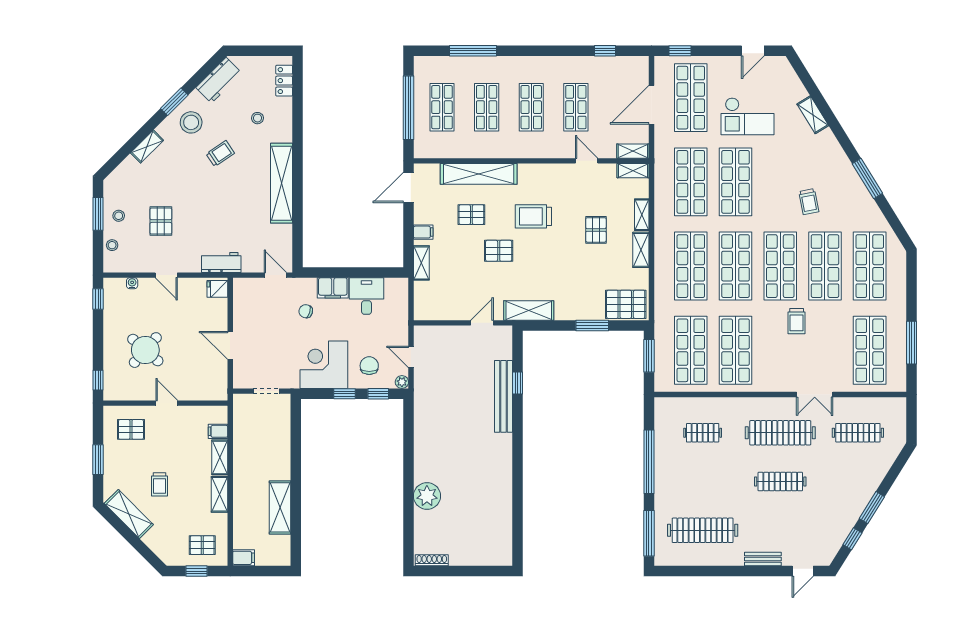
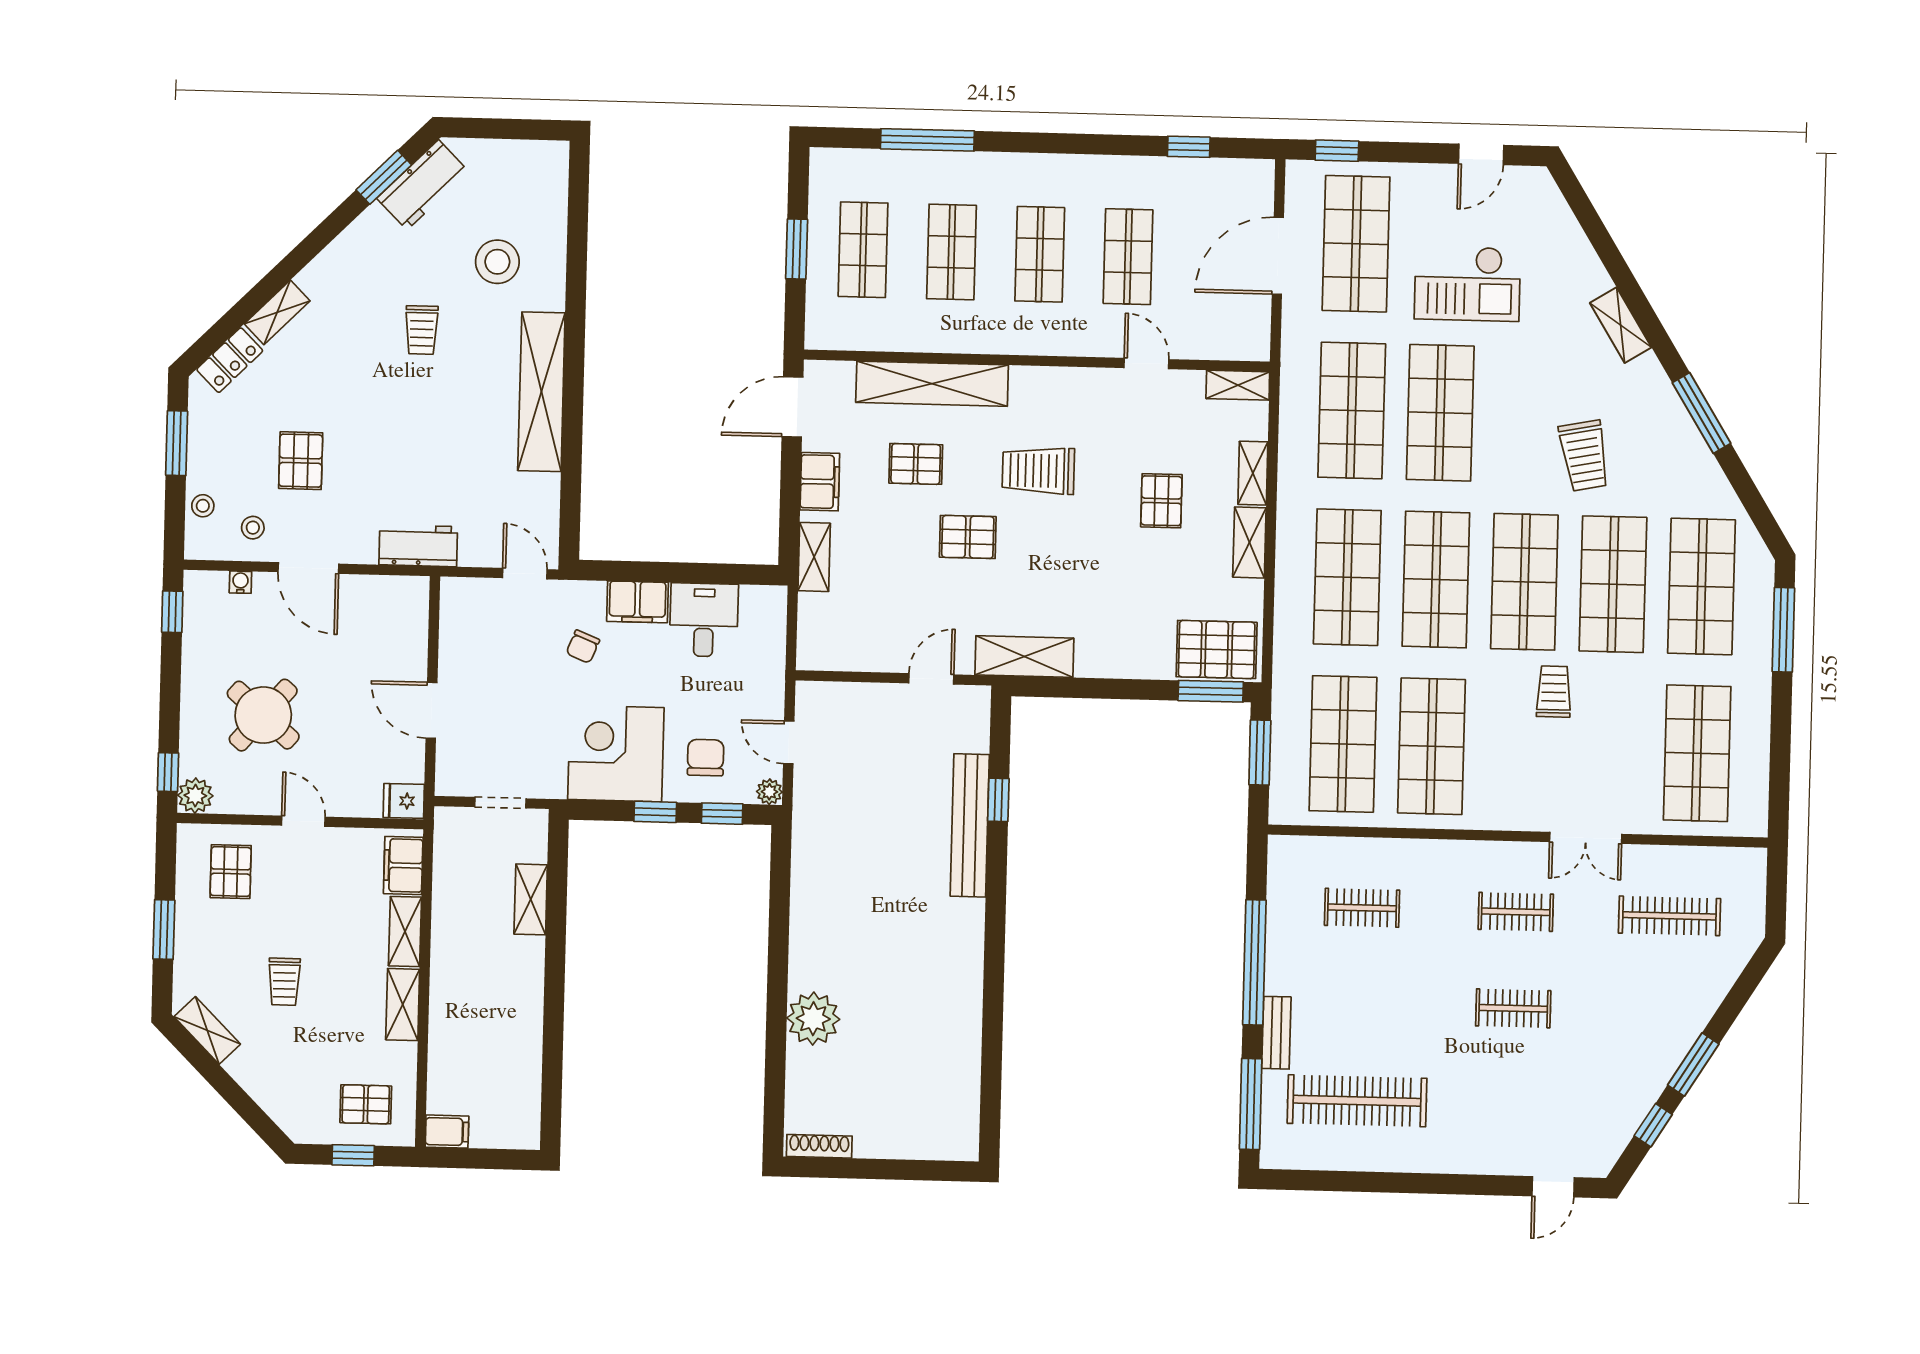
locker: (284, 81) -> (230, 360), moved, turned -135
window: (174, 102) -> (384, 177), moved
window: (408, 108) -> (797, 249), width x0.47
shelving: (813, 115) -> (1621, 325), moved
stool: (258, 118) -> (497, 262), width x1.89, depth x1.89
stool: (191, 122) -> (366, 267), removed
shelving: (633, 151) -> (1239, 347), removed
trolley: (220, 154) -> (422, 330), turned 124
trolley: (809, 202) -> (1584, 456), width x1.36, depth x1.39
stool: (119, 216) -> (253, 528), moved
filing cabinet: (423, 232) -> (820, 482), width x2.00
door: (166, 275) -> (308, 568), width x1.38
fridge: (217, 289) -> (404, 801), moved
chair: (306, 311) -> (583, 647), turned -85
trolley: (797, 321) -> (1554, 692), turned 180
window: (592, 325) -> (1211, 691), moved
window: (912, 343) -> (1783, 630), moved
plant: (112, 392) -> (195, 796), added
pallet: (131, 429) -> (231, 872), turned 90
filing cabinet: (218, 431) -> (403, 865), width x2.00
clothes rail: (780, 433) -> (1516, 912), width x0.54, depth x0.76
clothes rail: (780, 482) -> (1513, 1008), width x0.73
shelving: (280, 507) -> (531, 899), moved, width x0.67, depth x0.75
shelving: (129, 514) -> (207, 1030), width x0.67, depth x0.75
bench: (763, 559) -> (1276, 1033), moved, turned 90

